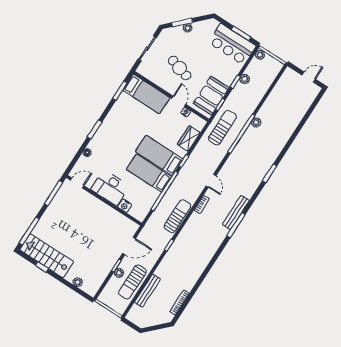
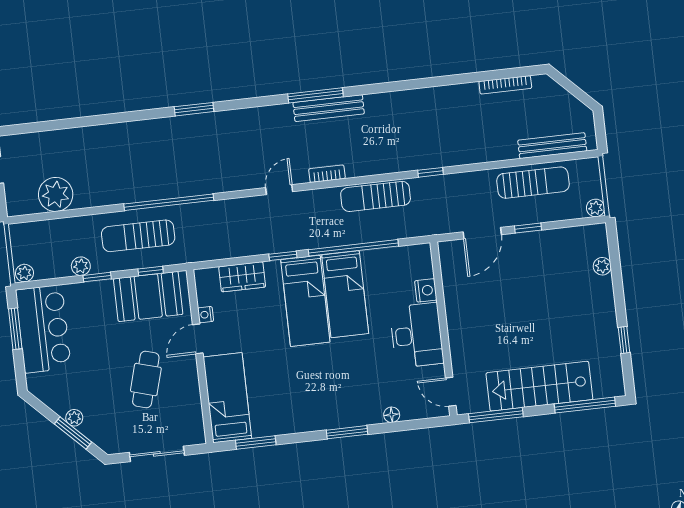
plant: (256, 122) -> (56, 194), moved, width x1.88, depth x1.88
sun lounger: (222, 128) -> (138, 236), moved
bench: (236, 212) -> (329, 108), moved
door: (129, 246) -> (482, 233), swing flipped
stairs: (47, 256) -> (539, 386), moved, turned 90
plant: (119, 273) -> (595, 208), moved
bench: (147, 291) -> (552, 146), moved

